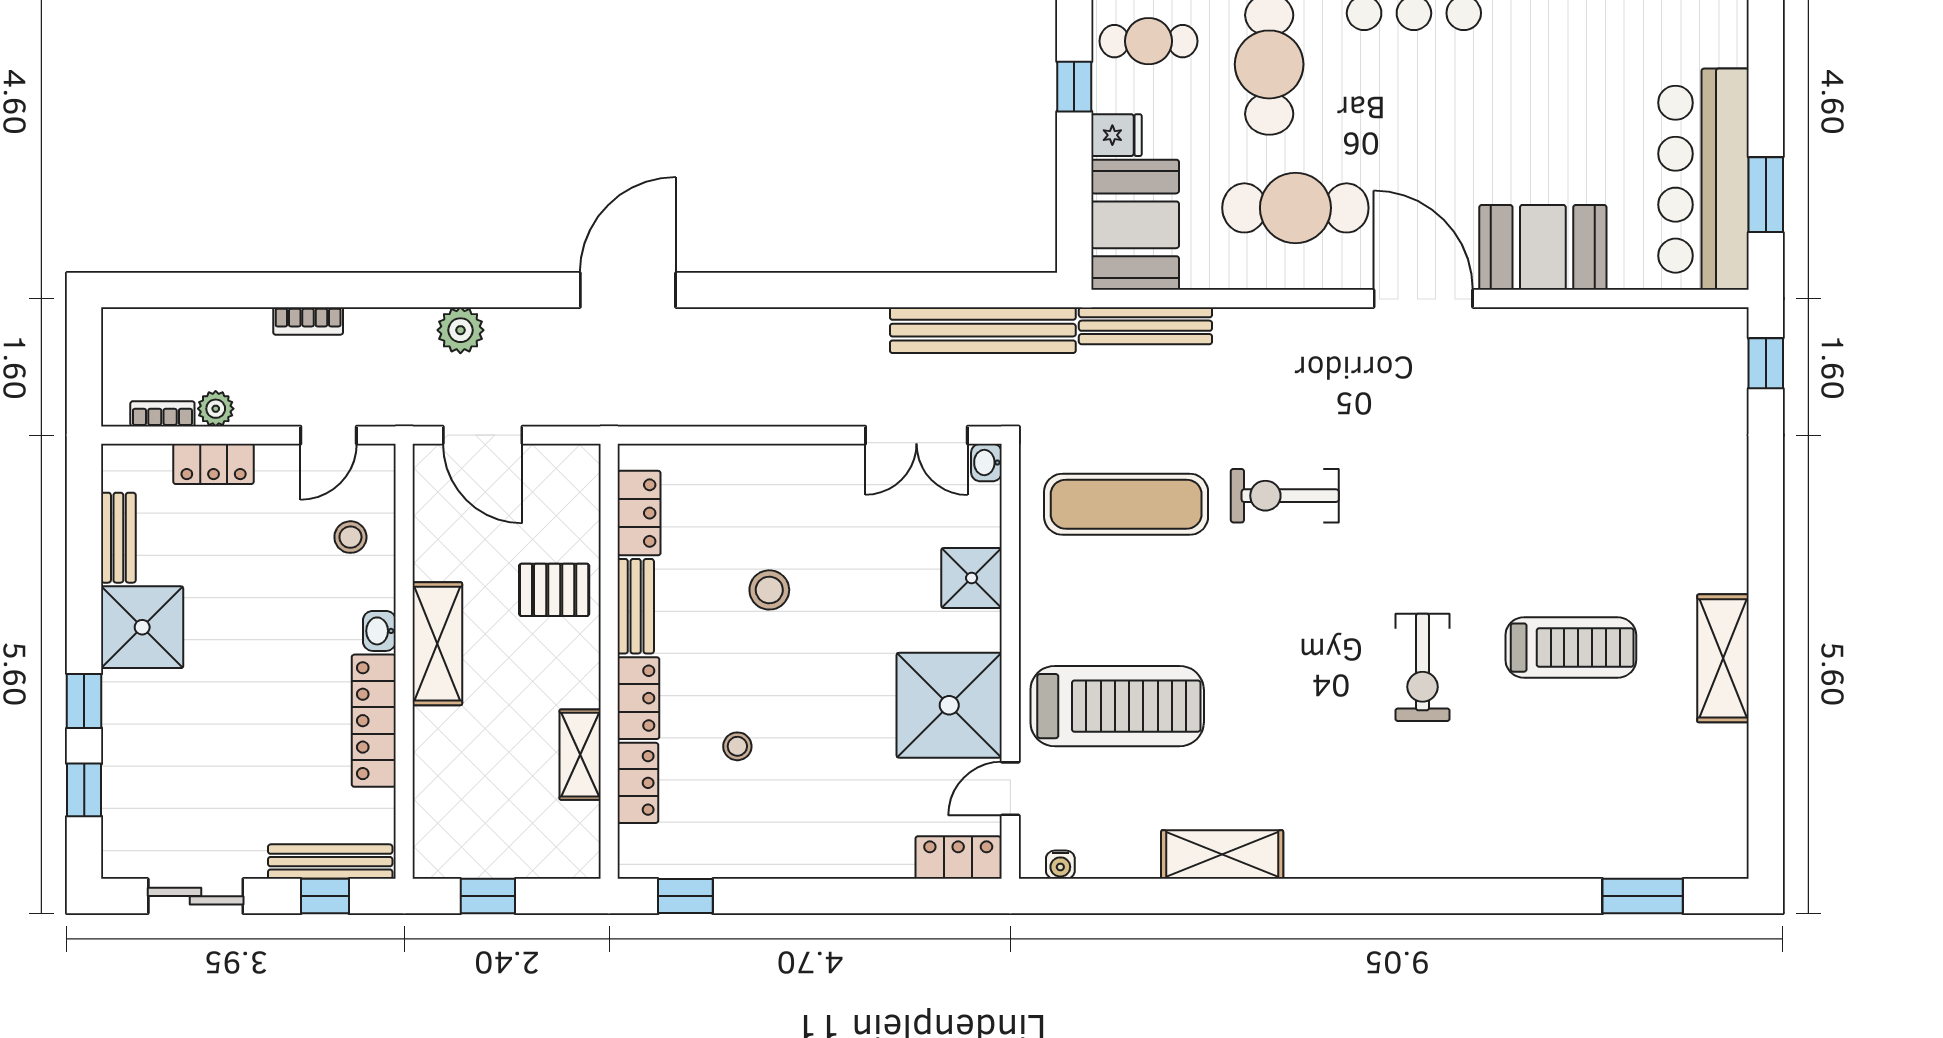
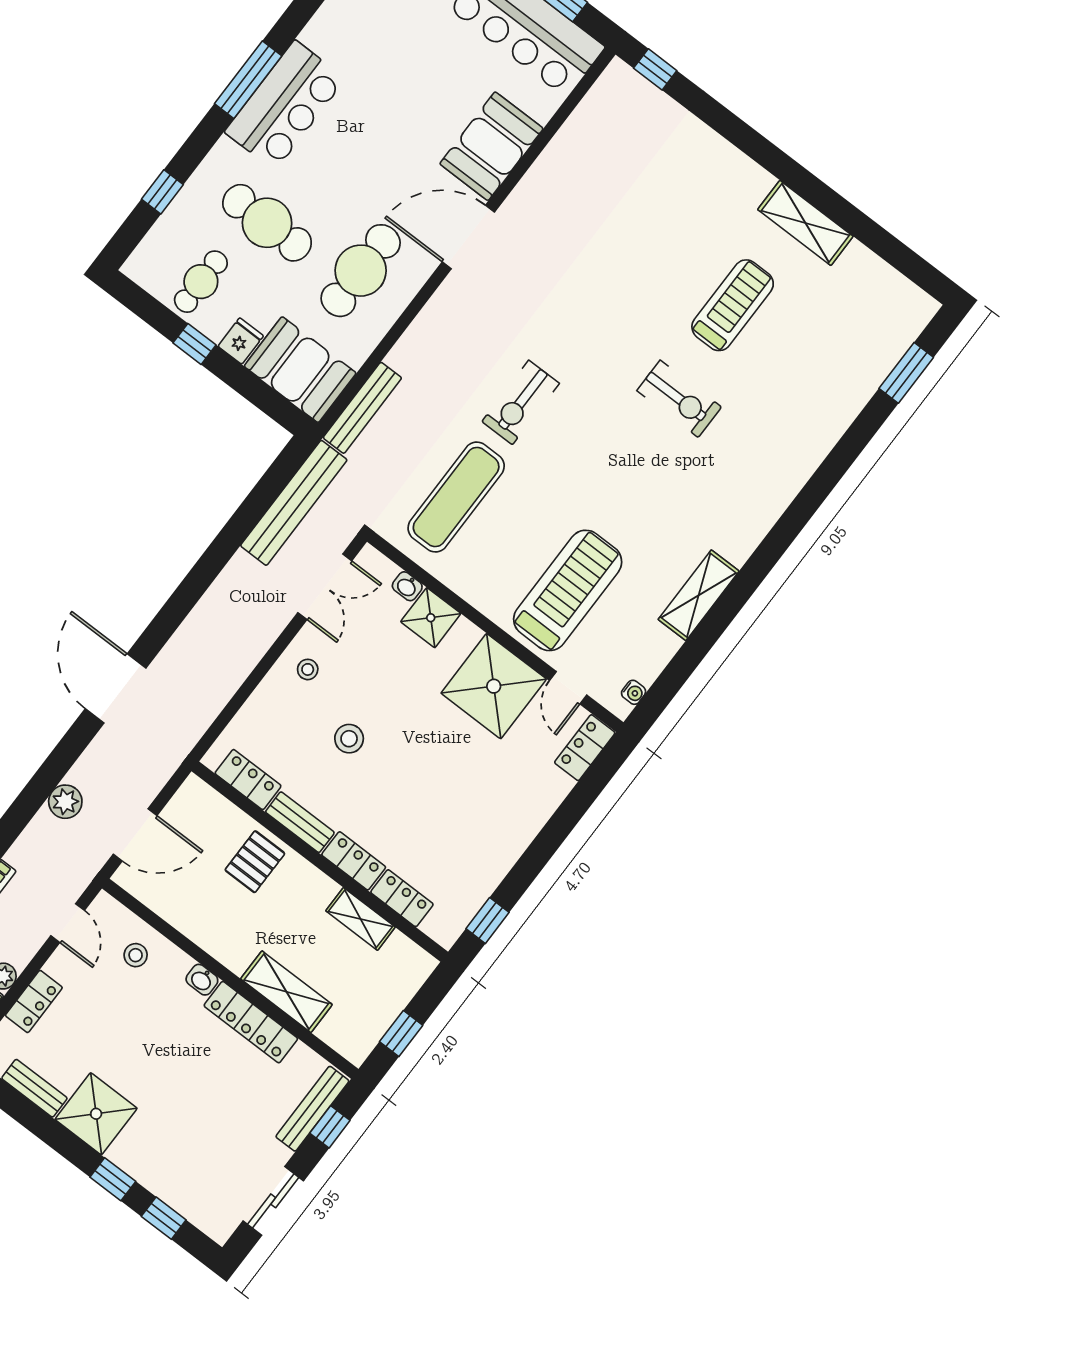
washbasin: (986, 463) -> (407, 586), moved
shelving: (437, 644) -> (286, 992), moved
stool: (737, 746) -> (308, 669), moved

